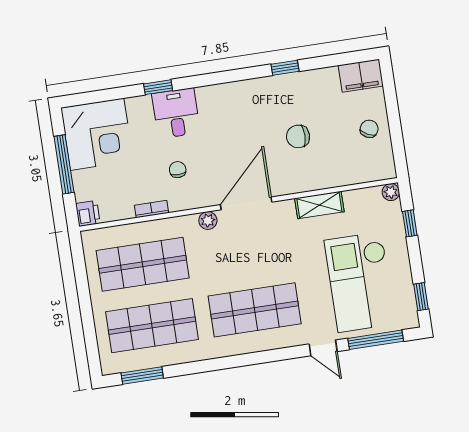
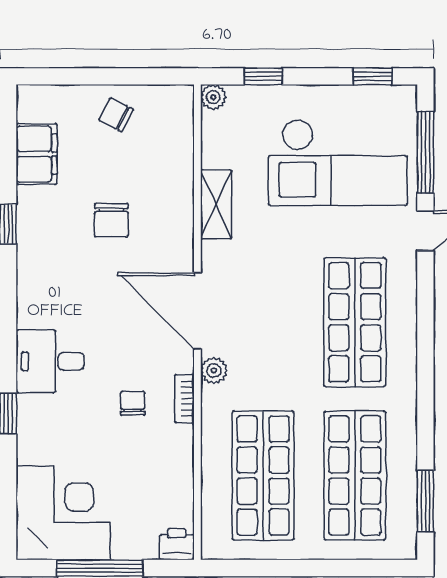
filing cabinet: (361, 76) -> (37, 154), moved
desk: (176, 113) -> (50, 361), moved
chair: (178, 170) -> (133, 403), turned 90
bookcase: (151, 209) -> (184, 399), moved

